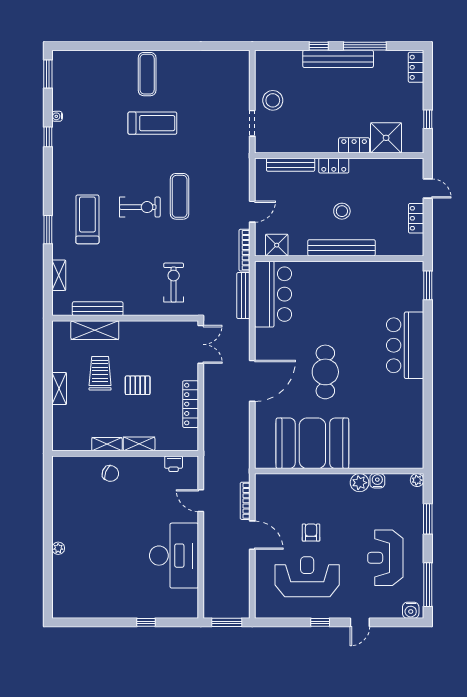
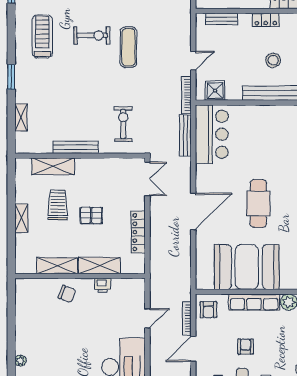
bench: (291, 165) -> (222, 19), width x0.73
exercise bike: (140, 207) -> (92, 35), moved
treadmill: (87, 219) -> (42, 37), moved
bench: (98, 309) -> (76, 147), moved
shelving: (107, 444) -> (57, 266), width x1.50, depth x1.33
shelving: (139, 444) -> (99, 266), width x1.50, depth x1.33
printer: (174, 464) -> (103, 285), moved
row of seats: (321, 483) -> (254, 302), added
armchair: (269, 491) -> (208, 310), added
door: (201, 501) -> (147, 318), swing flipped
door: (252, 535) -> (193, 349), swing flipped

